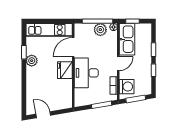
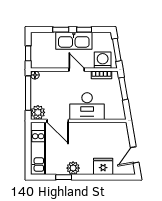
plant: (100, 30) -> (38, 112), moved
kitchen sink: (127, 39) -> (74, 41), moved, turned 180
fridge: (65, 70) -> (103, 166), moved, turned 180

